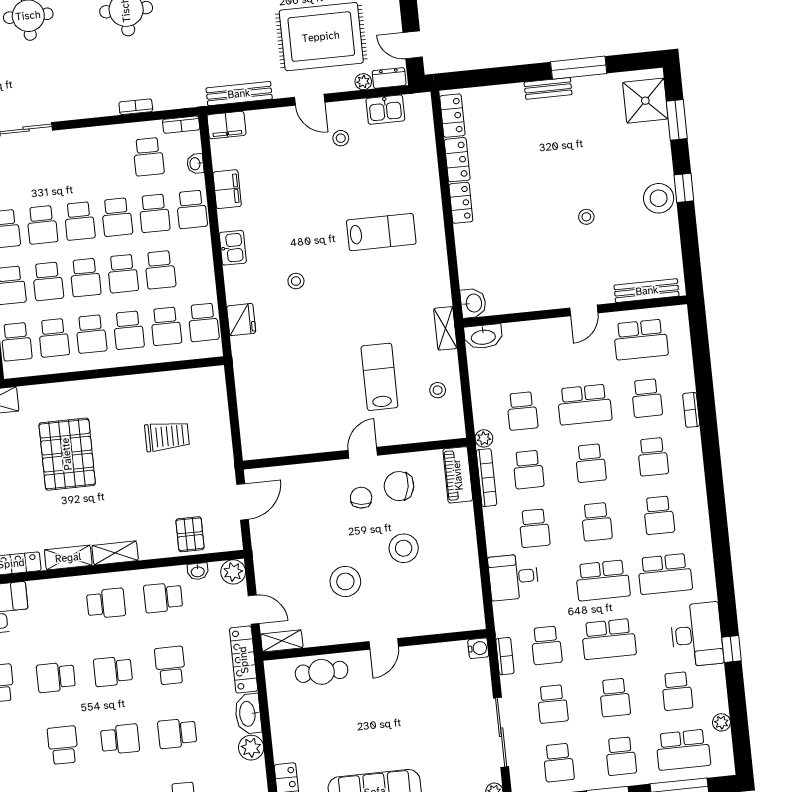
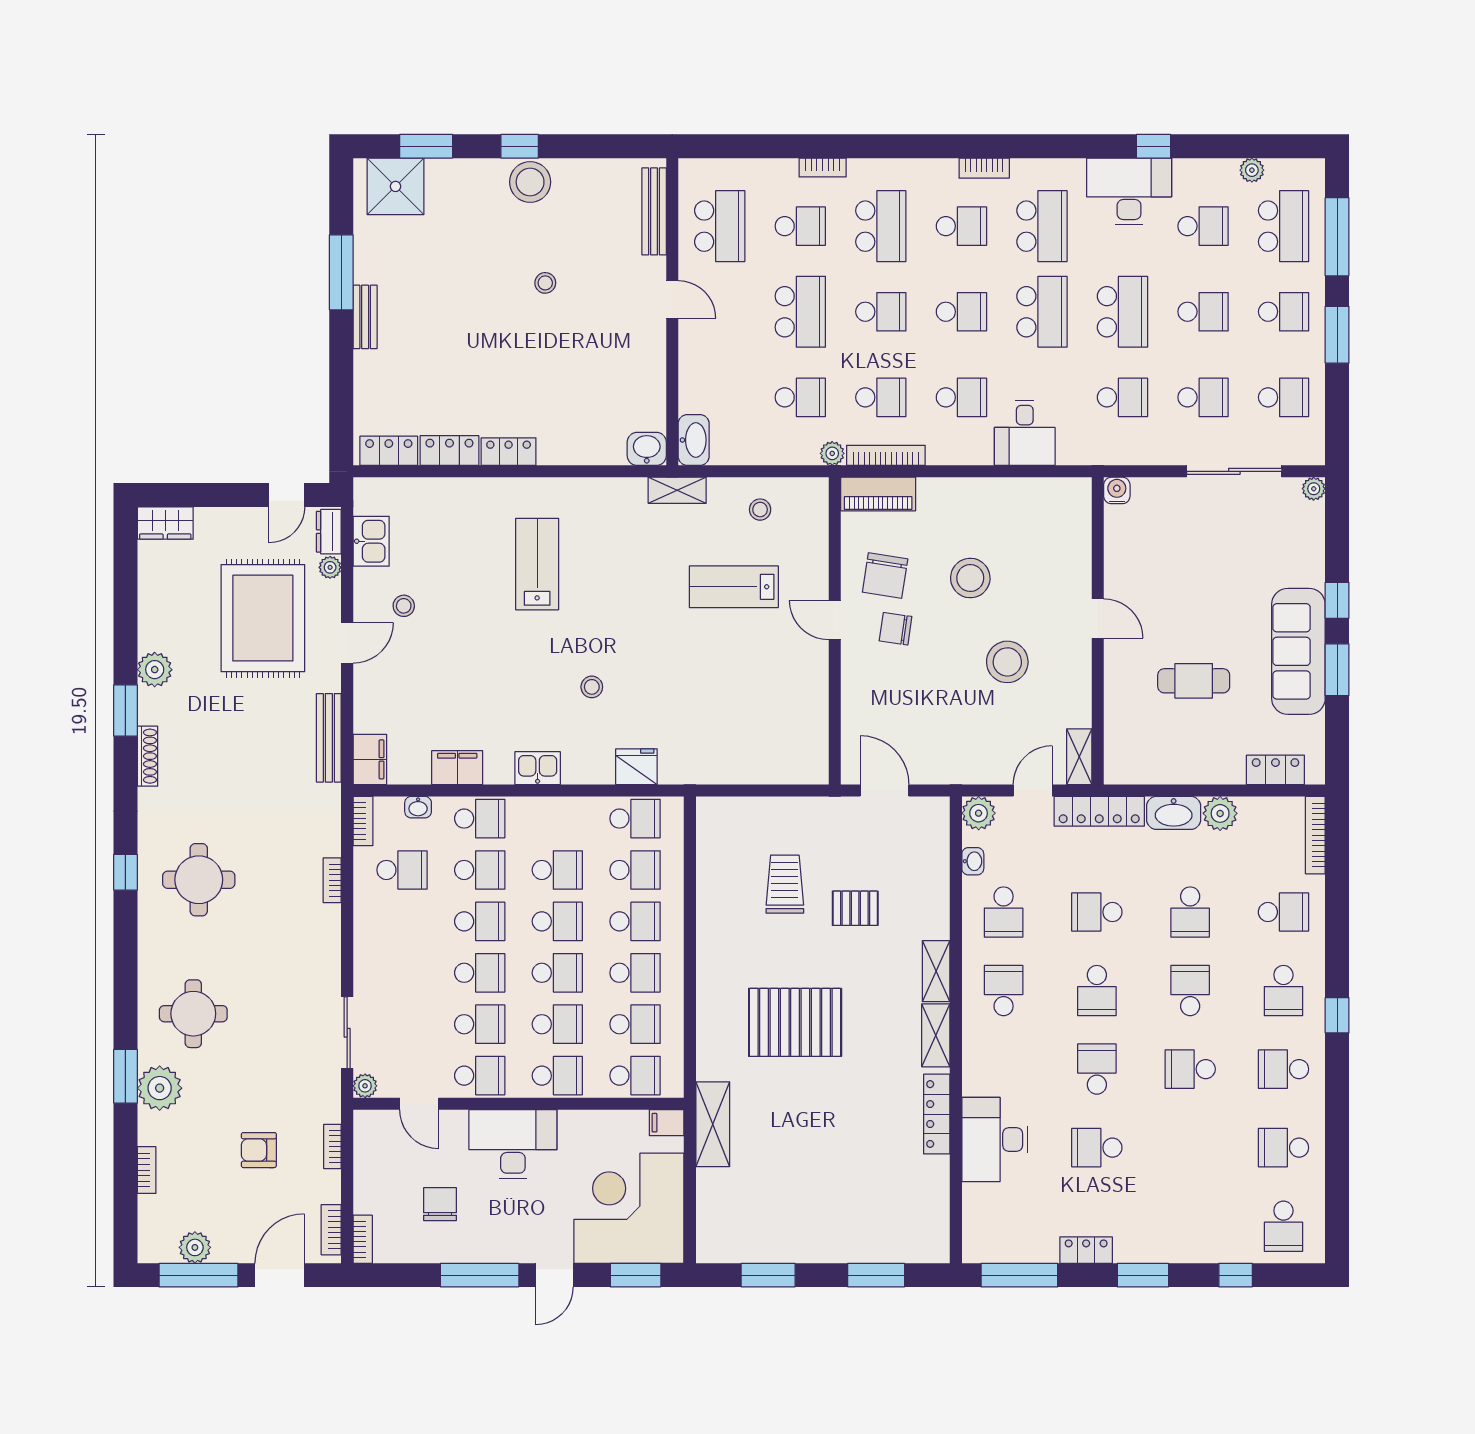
school desk: (653, 457) -> (881, 226), width x1.85
pallet: (190, 534) -> (855, 908), moved
bookcase: (505, 656) -> (984, 168), moved, turned 180
cafe table: (322, 672) -> (1194, 681), moved, turned 90
school desk: (56, 677) -> (1097, 1069), turned 180

